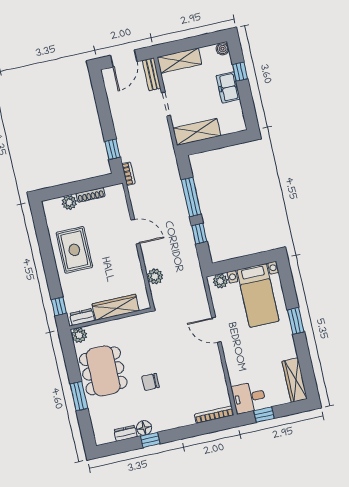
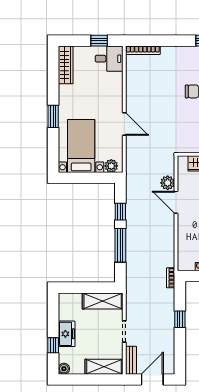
window: (112, 149) -> (180, 319), moved
door: (135, 232) -> (176, 202), moved

